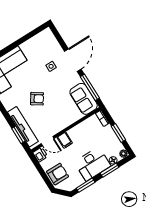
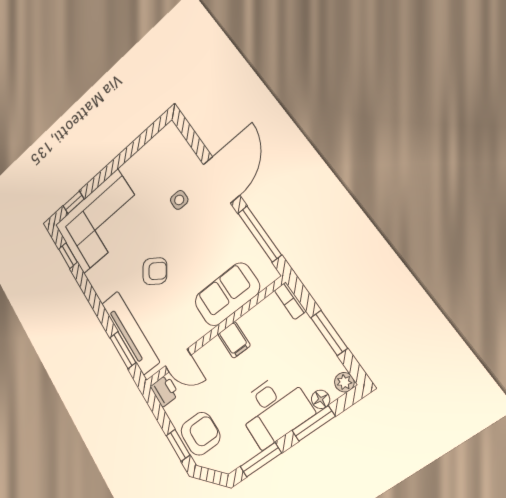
sofa: (84, 99) -> (227, 294), moved, turned 90
filing cabinet: (65, 140) -> (234, 340), moved
window: (46, 179) -> (178, 445), added

